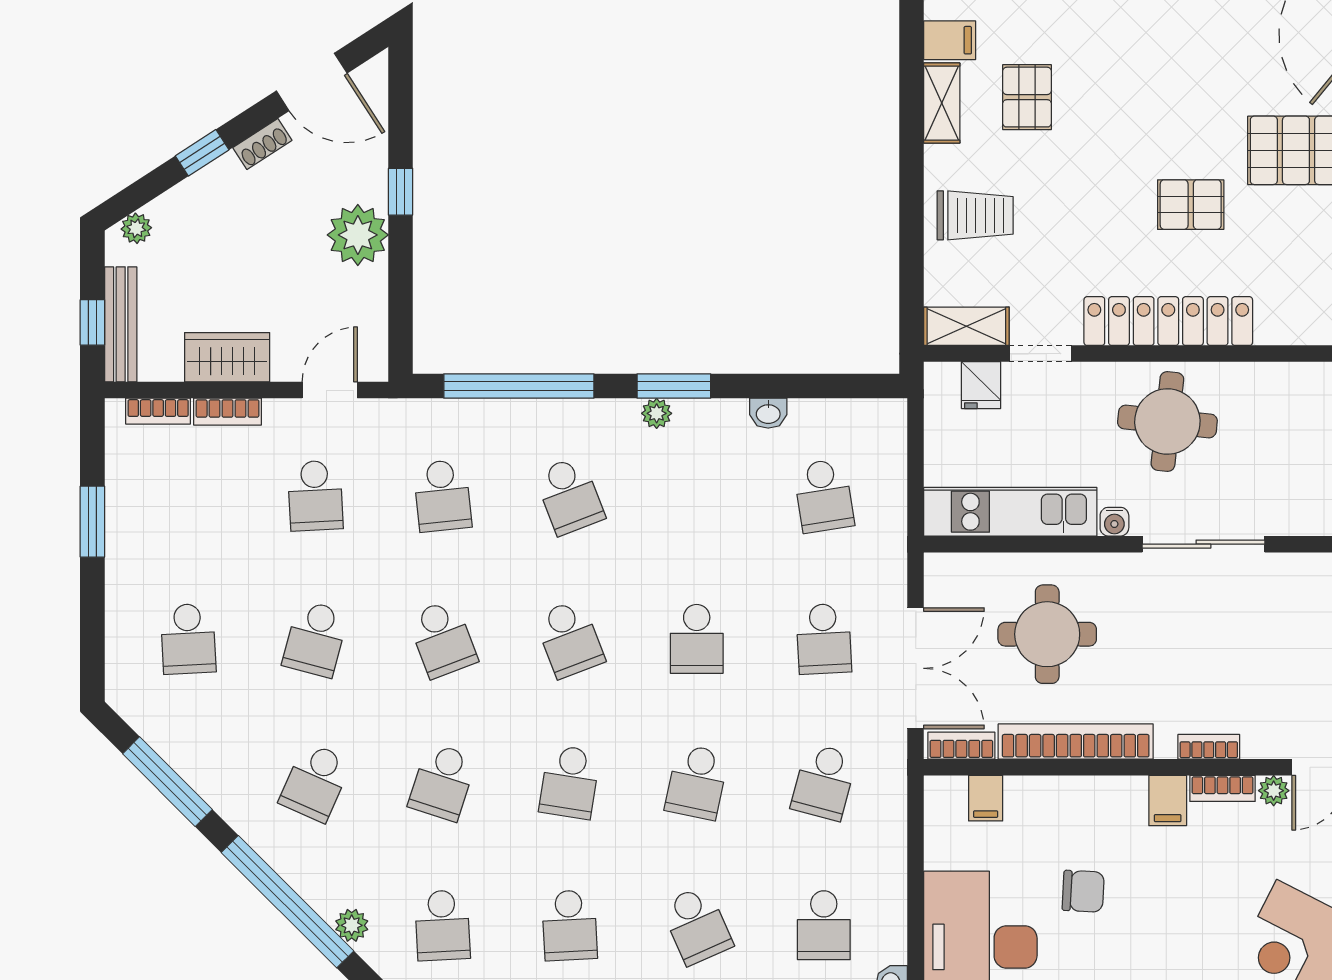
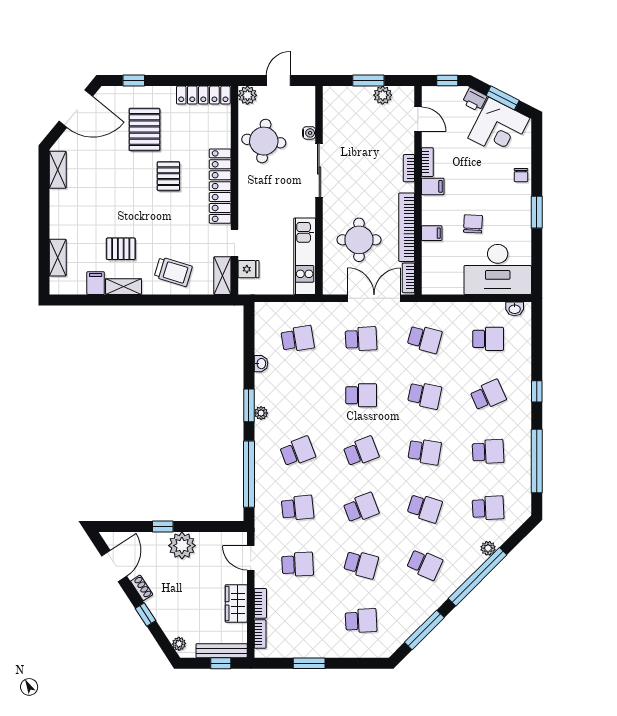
trolley: (975, 215) -> (173, 272), turned 107
round table: (1167, 422) -> (264, 141), moved
water cooler: (1114, 522) -> (309, 133), moved
plant: (1274, 791) -> (428, 139), removed
filing cabinet: (986, 798) -> (432, 233), moved

